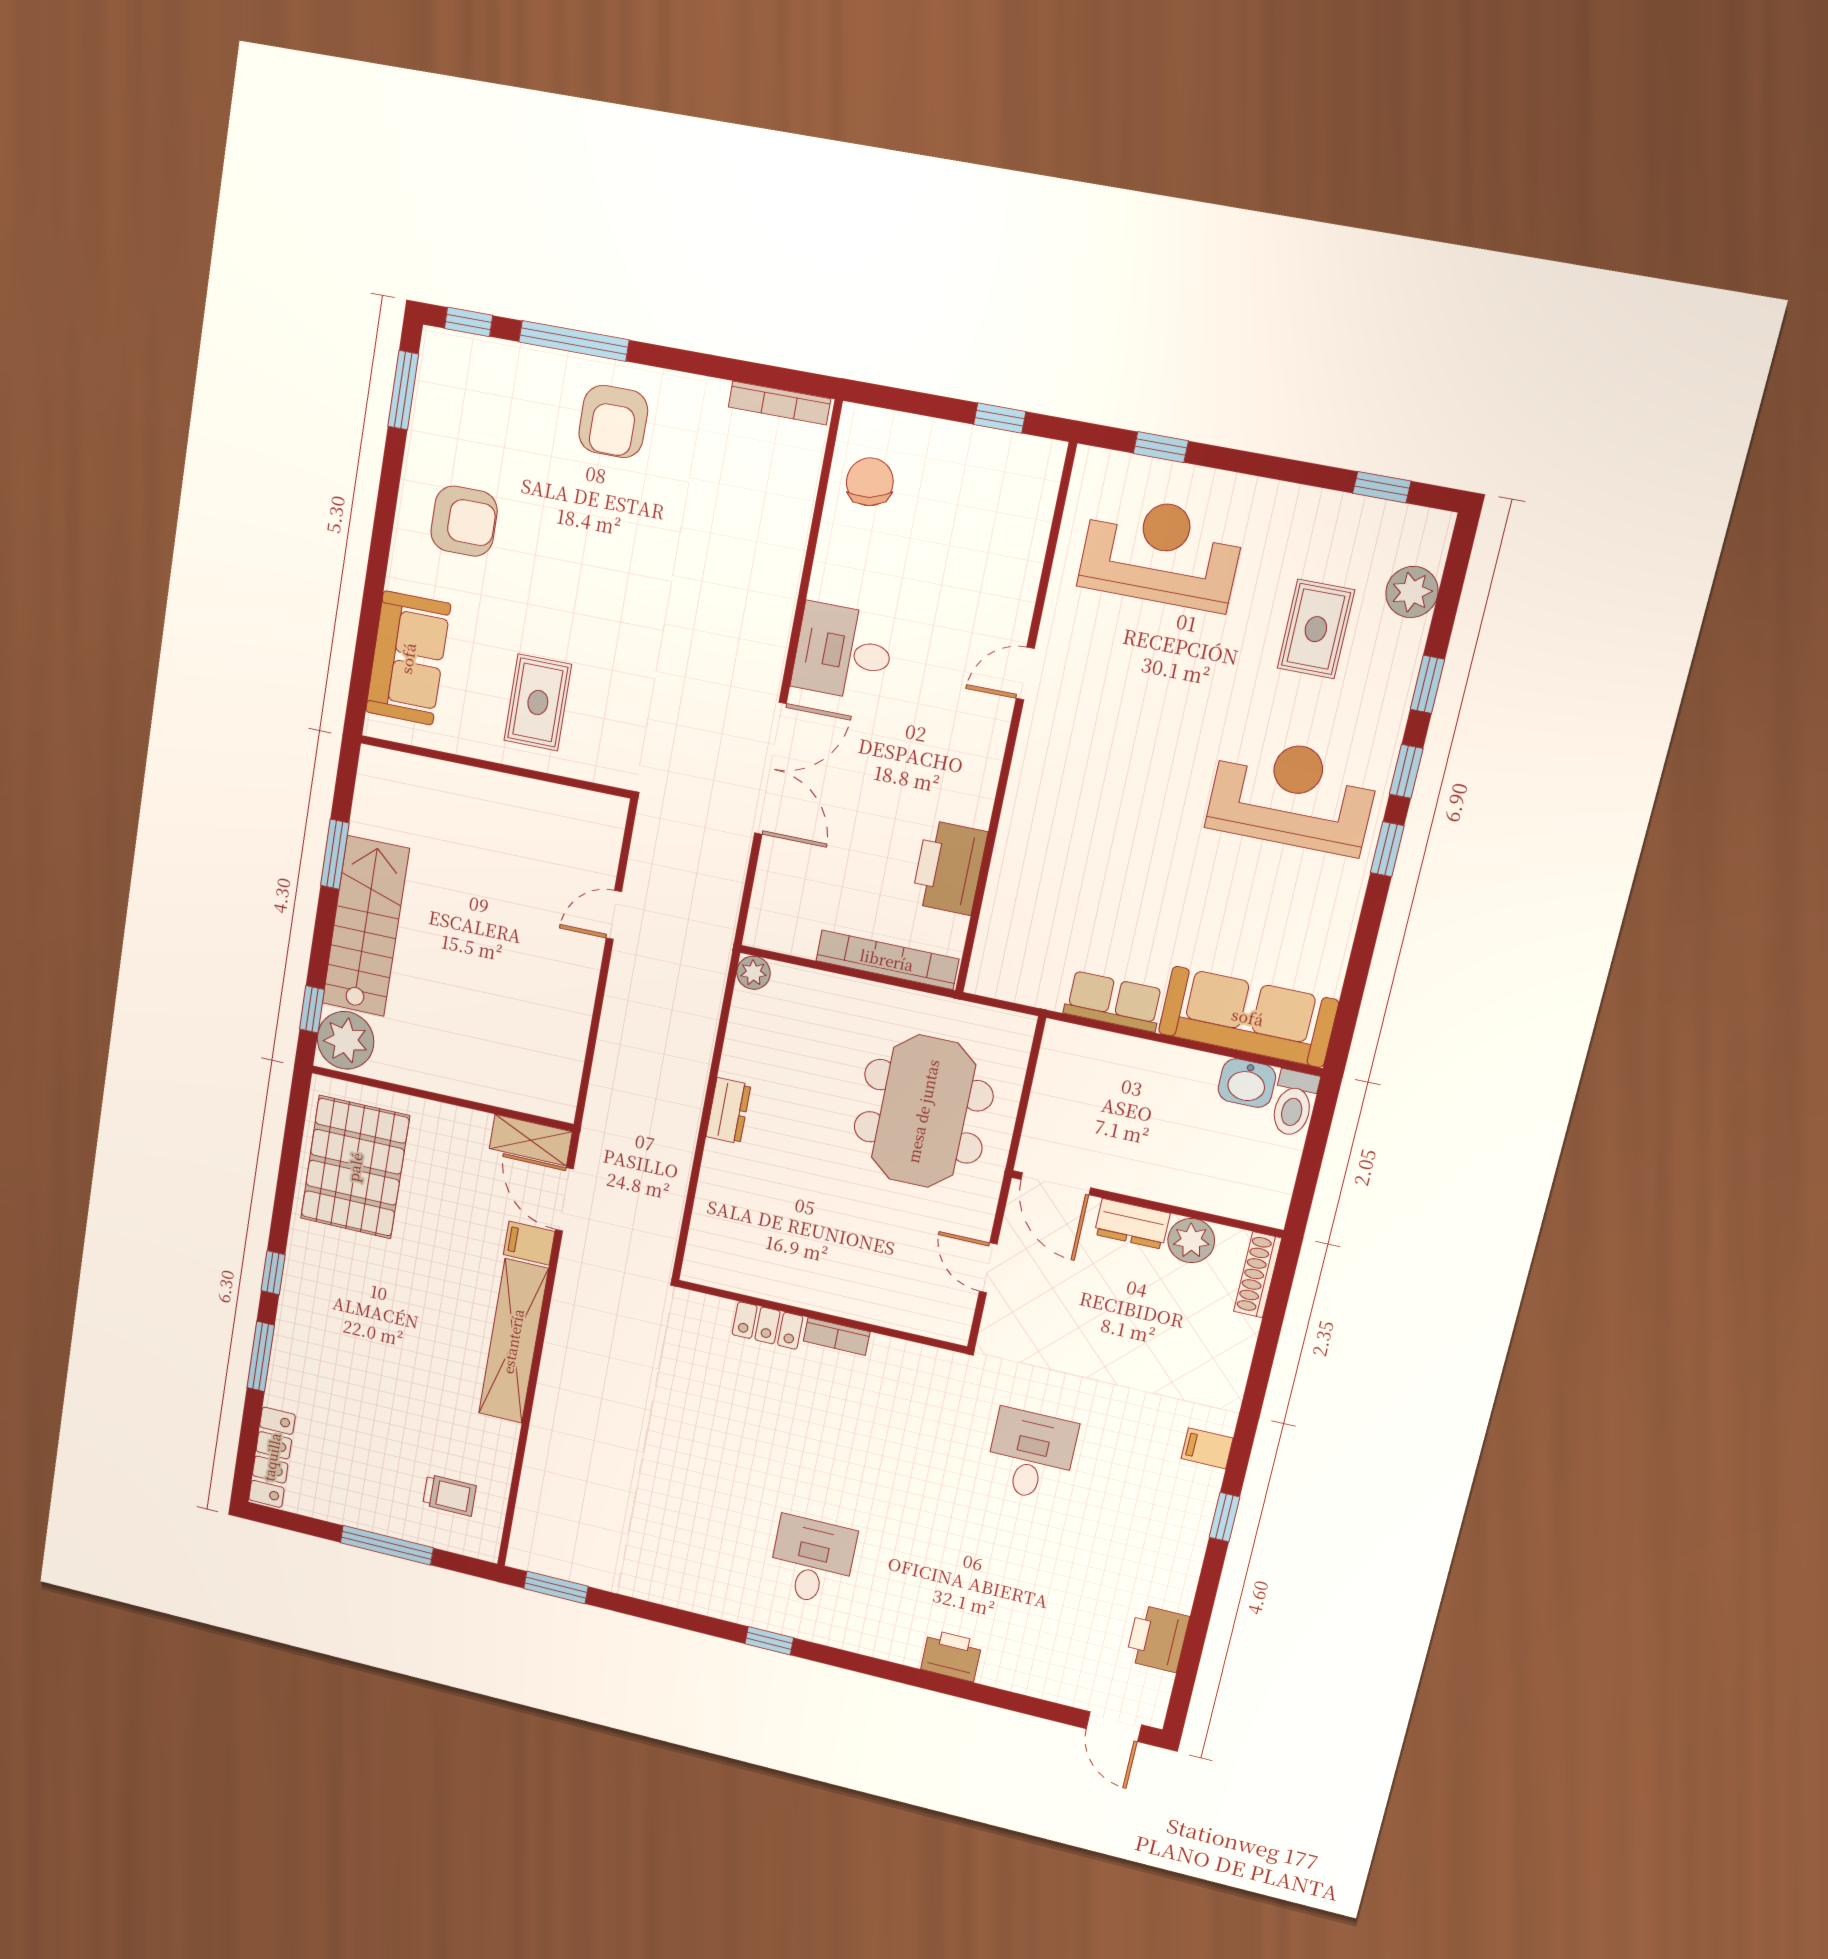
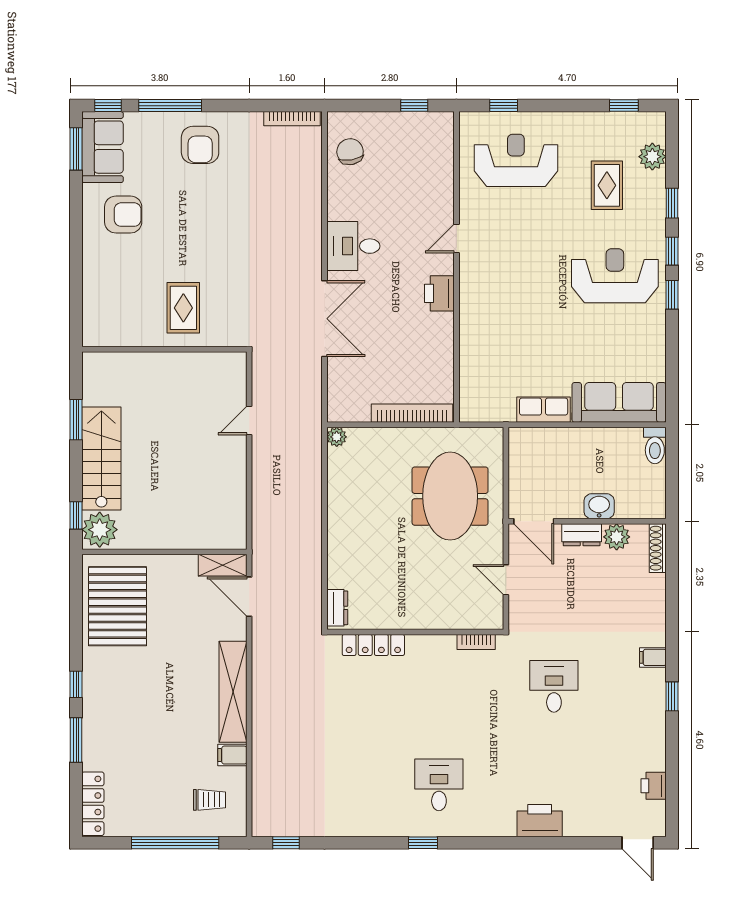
sofa: (408, 658) -> (103, 147), moved
printer: (949, 868) -> (439, 293), moved, width x0.73, depth x0.84
washbasin: (1247, 1083) -> (599, 506), moved, turned 180
dresser: (728, 1111) -> (337, 608), moved
filing cabinet: (529, 1243) -> (232, 755), moved
locker: (767, 1325) -> (373, 645), width x1.53
bookcase: (837, 1336) -> (476, 642), moved
window: (387, 1545) -> (175, 843), width x1.46
window: (556, 1587) -> (286, 843), width x0.67
printer: (1157, 1639) -> (654, 786), width x0.73, depth x0.81
printer: (951, 1656) -> (540, 821), width x1.37, depth x1.19

